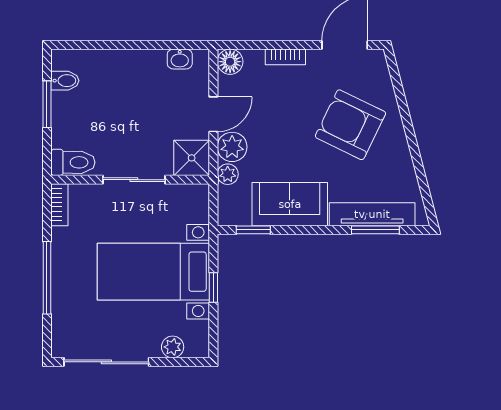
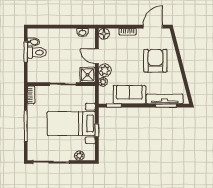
door: (213, 114) -> (97, 56), swing flipped
armchair: (350, 125) -> (155, 61), turned 64
toilet: (73, 162) -> (37, 53), moved

